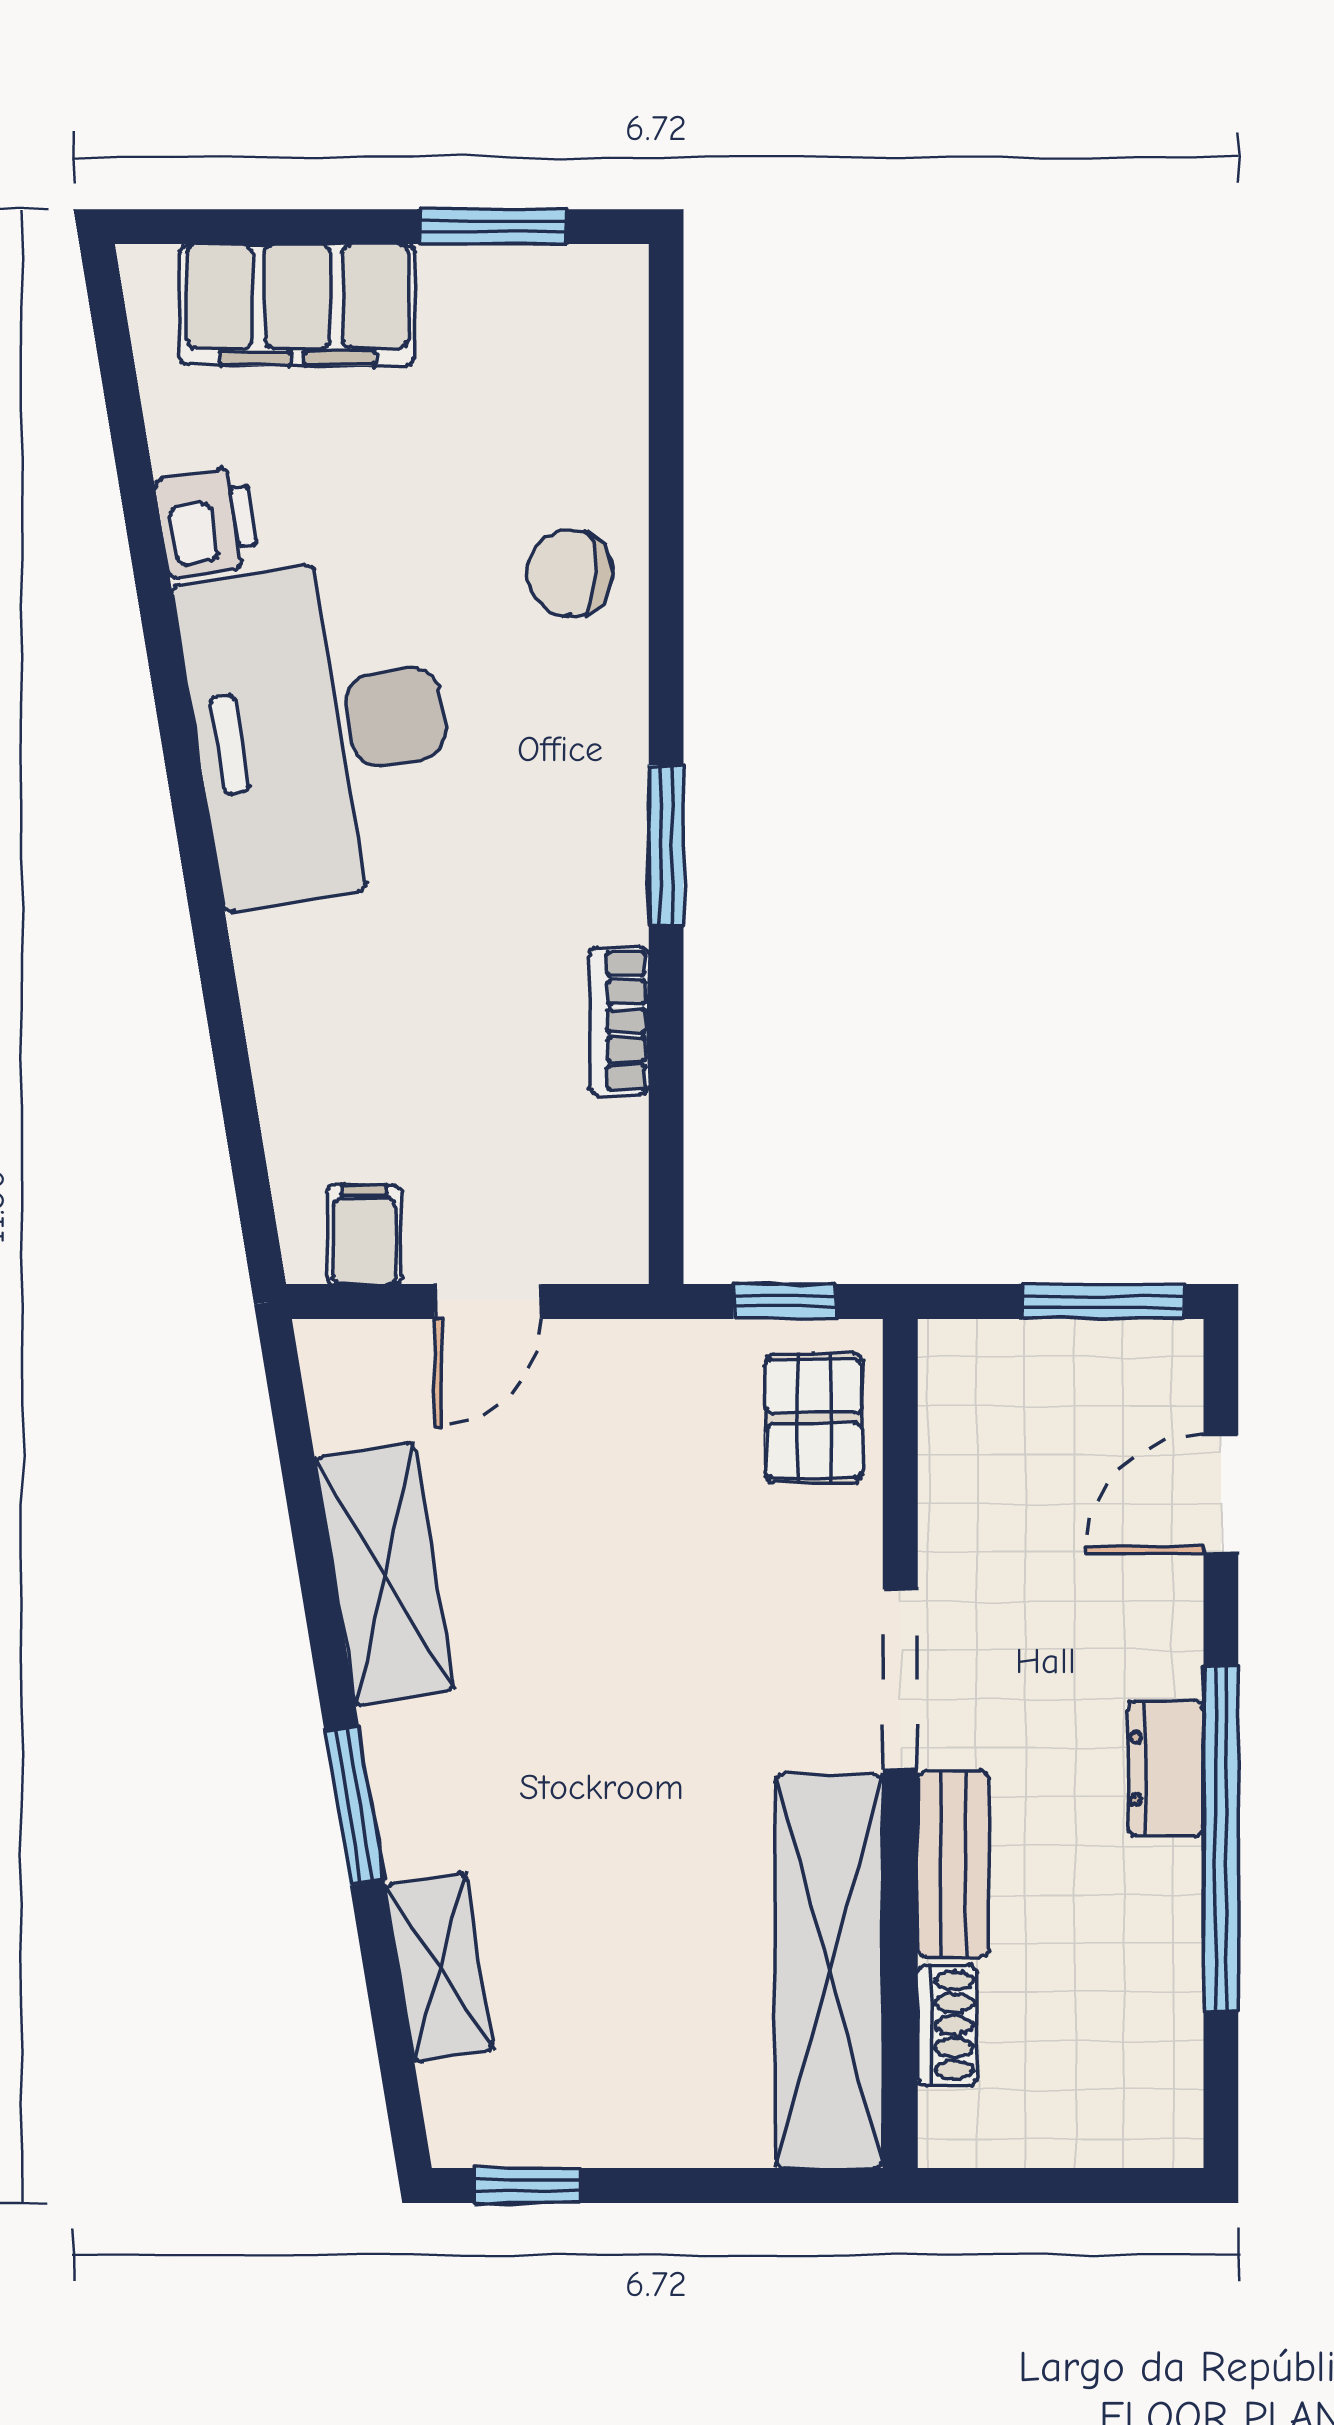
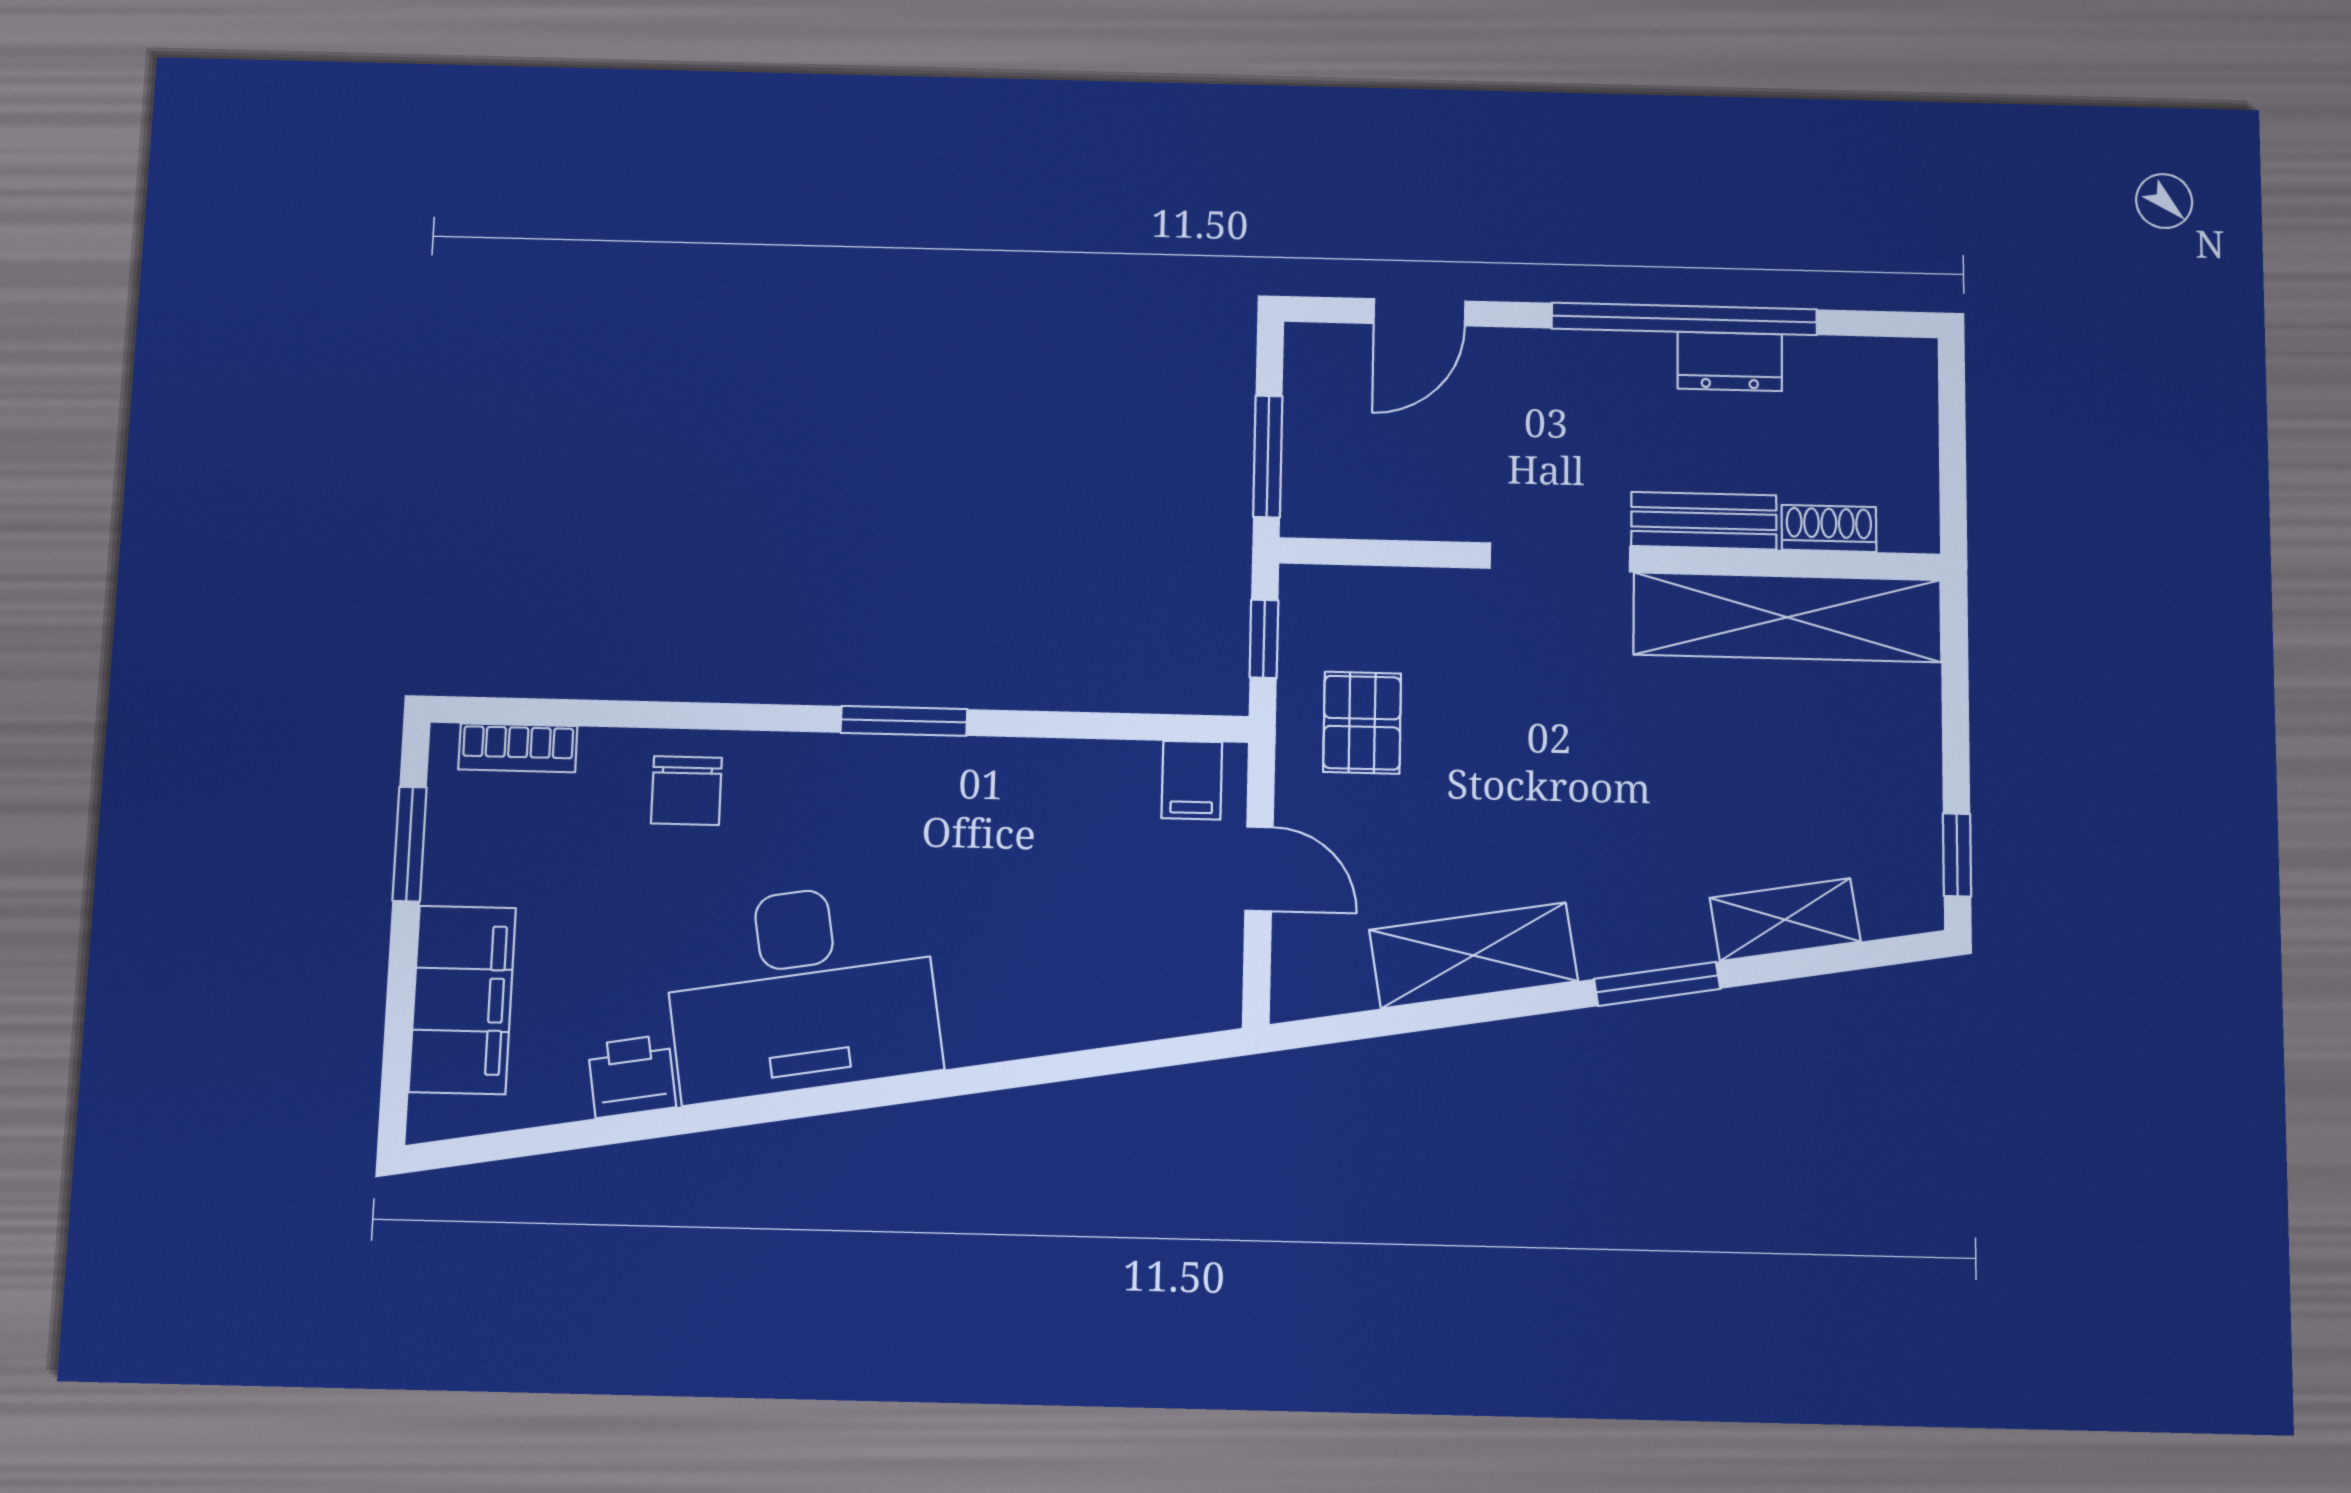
bookcase: (619, 1021) -> (518, 748), moved
filing cabinet: (364, 1234) -> (1192, 780), moved, turned -90
window: (1103, 1301) -> (1268, 456), moved
pallet: (814, 1418) -> (1362, 723), moved, turned 90
door: (1221, 1494) -> (1419, 312), hinge flipped
dresser: (1166, 1768) -> (1730, 361), moved

